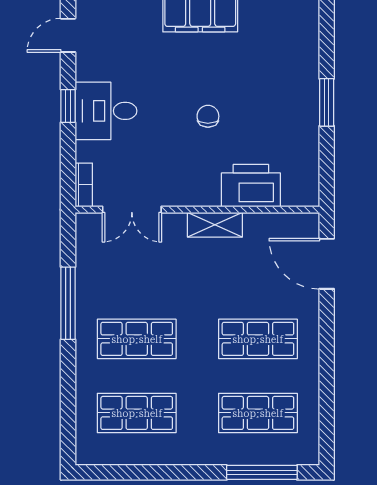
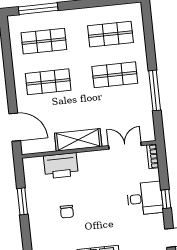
window: (327, 102) -> (22, 201), moved
chair: (208, 116) -> (67, 212), moved
shelving: (215, 225) -> (78, 140), width x1.50, depth x1.33

